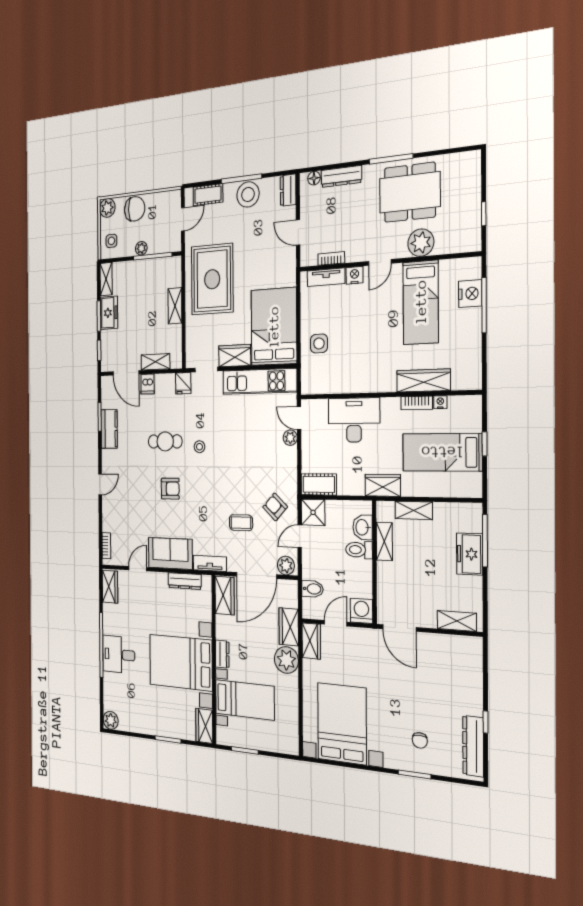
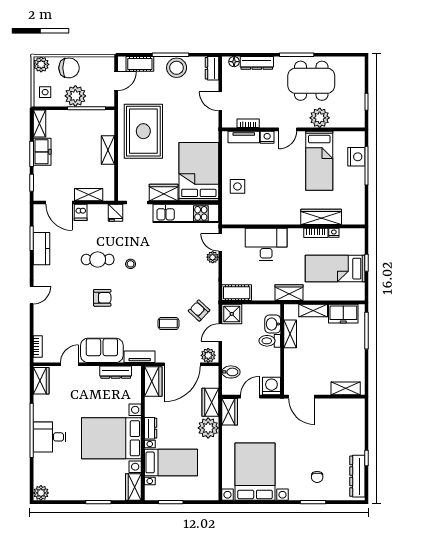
plant: (141, 248) -> (75, 96), width x1.88, depth x1.88
freezer: (470, 554) -> (343, 314), moved, turned -90

